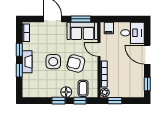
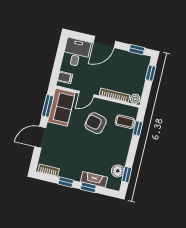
fireplace: (27, 62) -> (94, 180), moved
side table: (53, 62) -> (88, 148), removed
armchair: (76, 63) -> (96, 123), turned 89
floor lamp: (66, 92) -> (118, 171), moved
window: (59, 101) -> (127, 174), moved
window: (115, 101) -> (151, 73), moved

